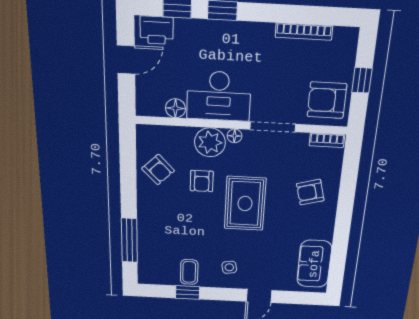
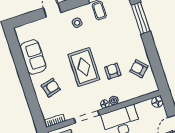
floor lamp: (175, 108) -> (157, 102), moved
plant: (210, 142) -> (114, 100), width x0.53, depth x0.53
sofa: (314, 264) -> (33, 57), moved

